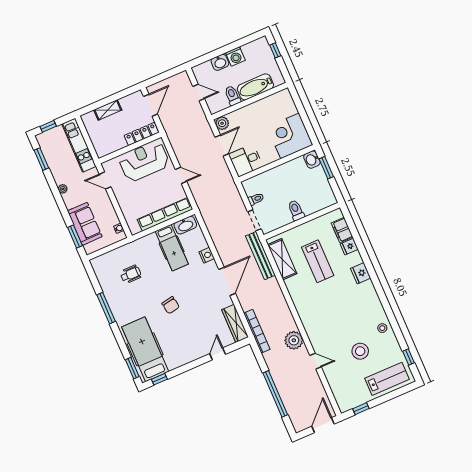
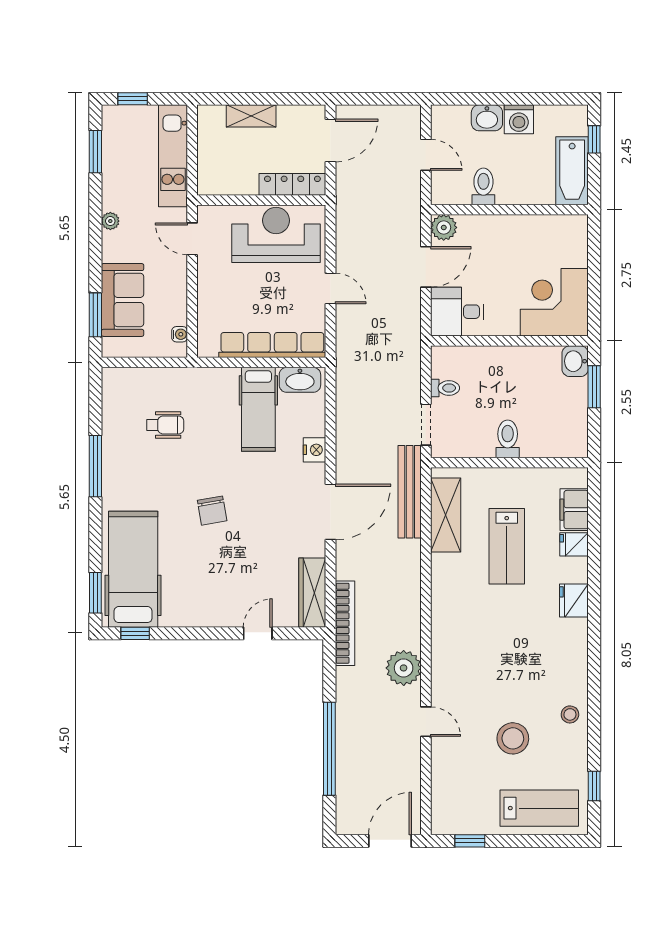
bathtub: (255, 87) -> (572, 171), moved, turned -90

